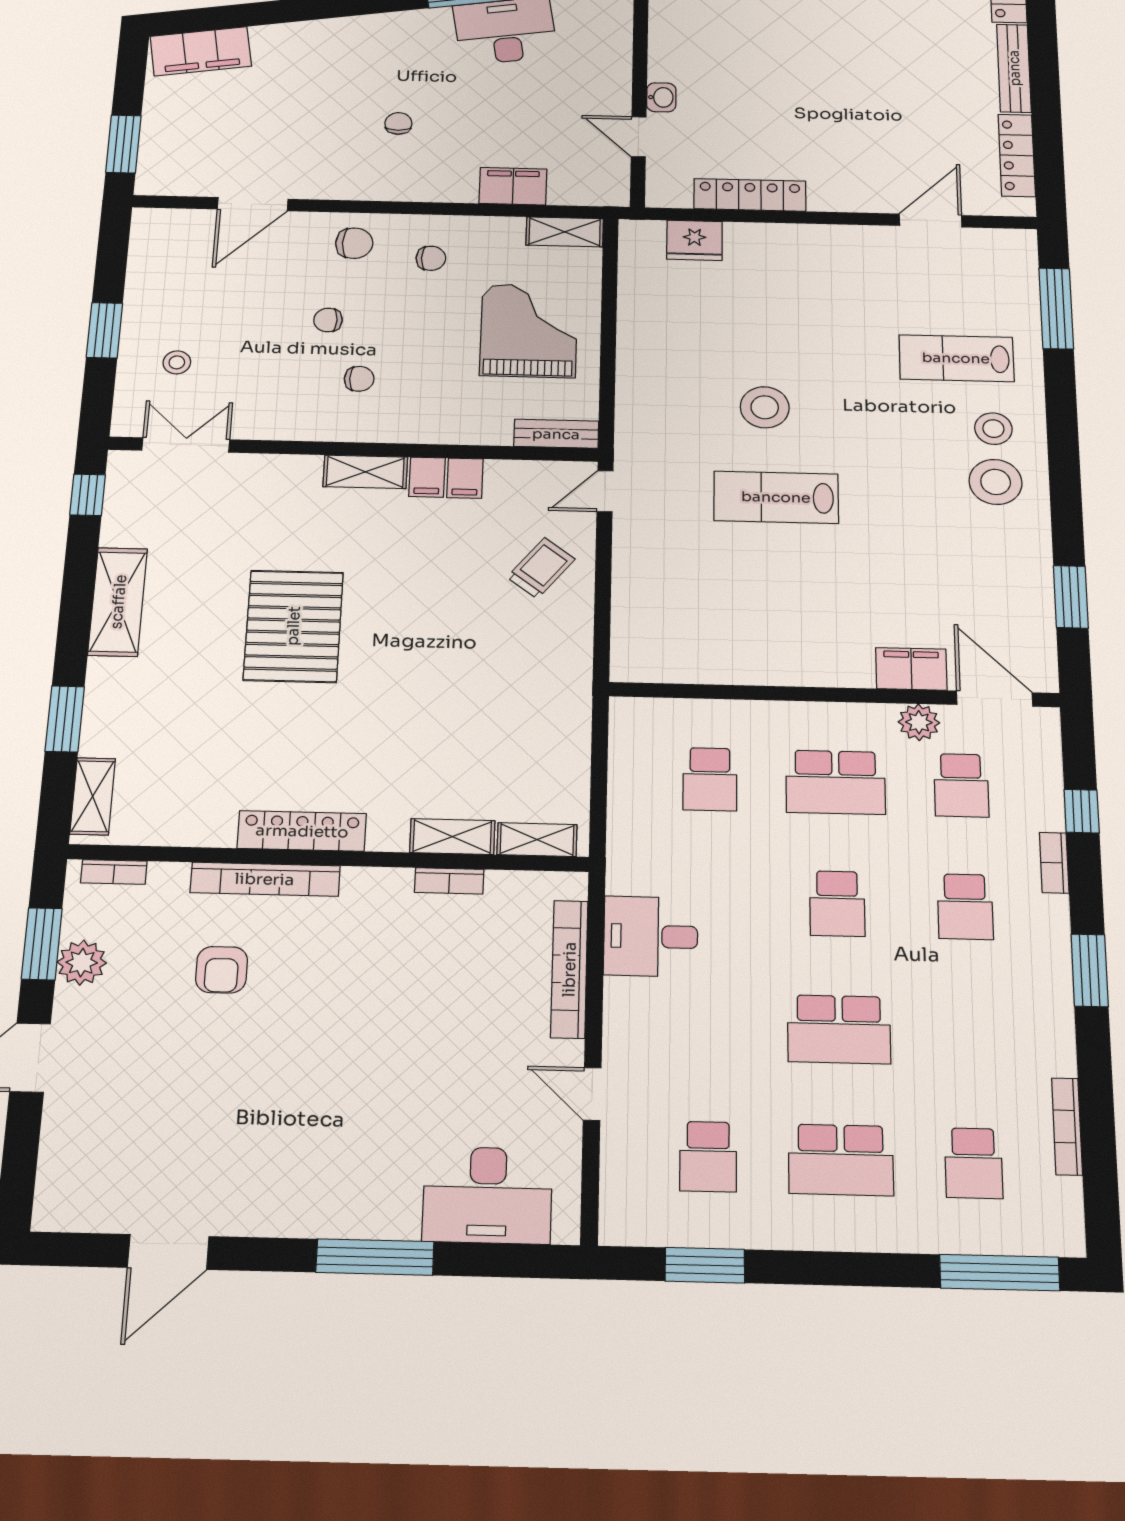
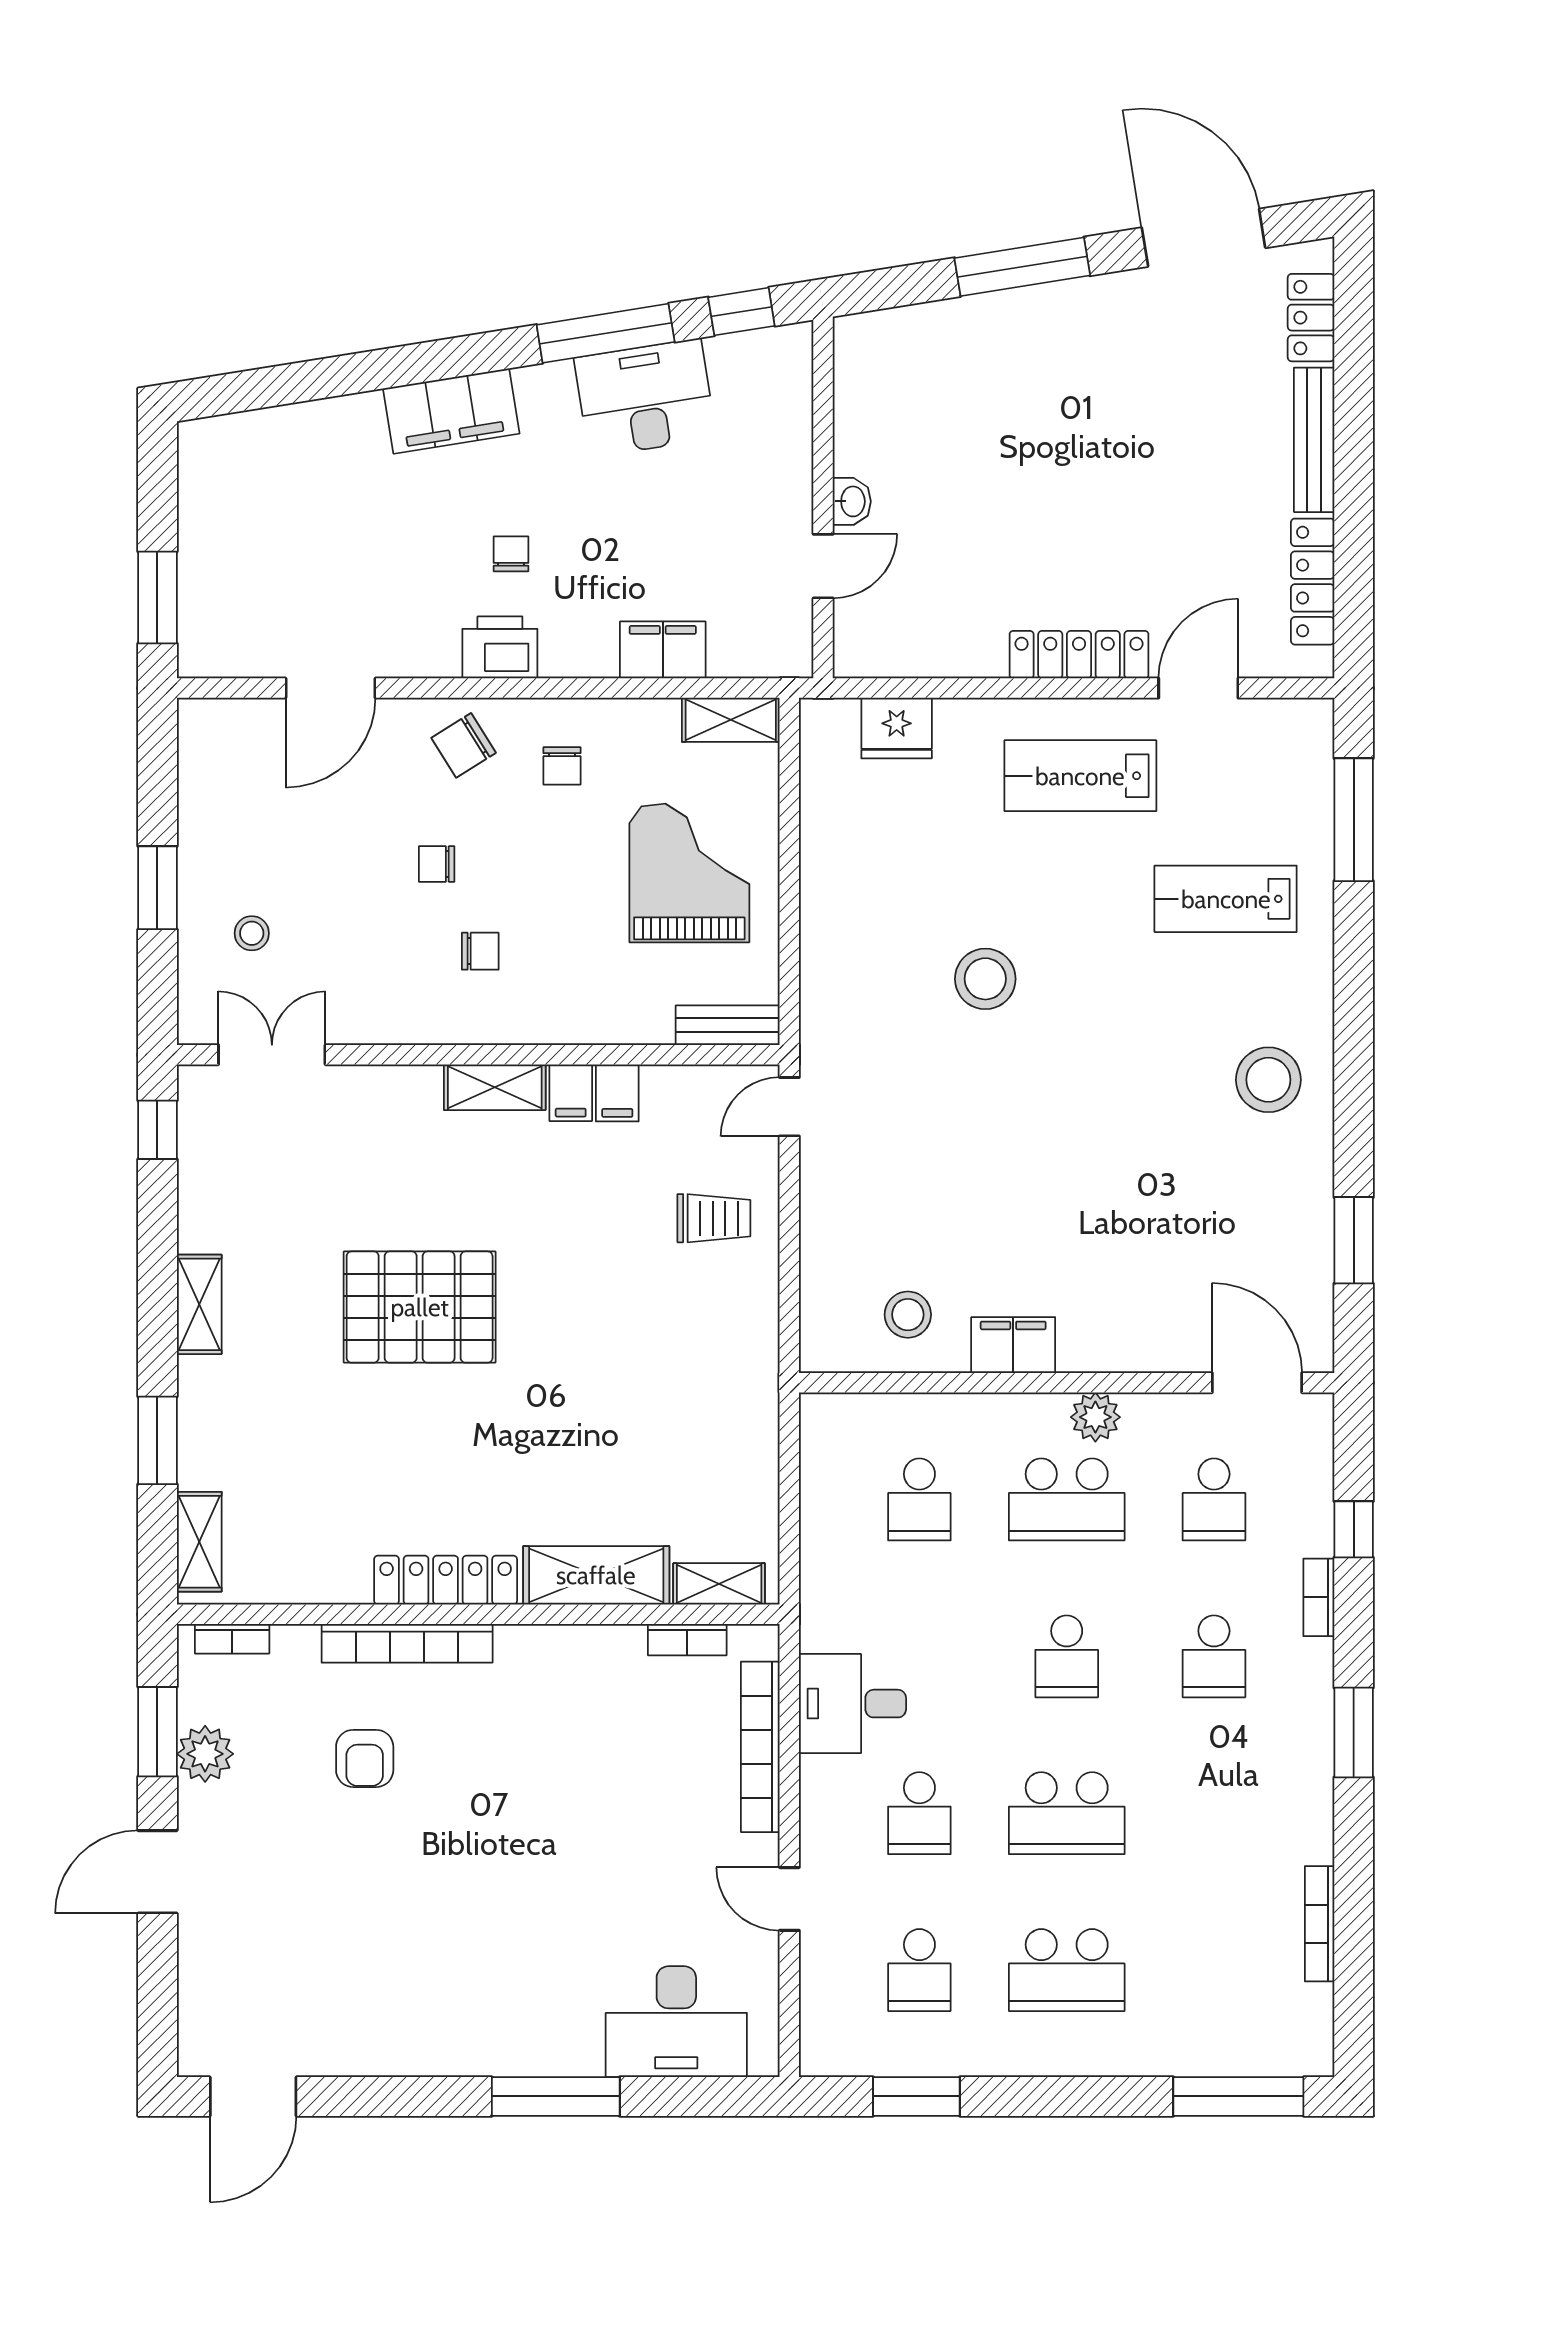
filing cabinet: (201, 51) -> (451, 411), moved
door: (639, 137) -> (823, 566), swing flipped
printer: (386, 182) -> (500, 647), added
locker: (750, 195) -> (1079, 655), moved
chair: (354, 243) -> (464, 745), turned 148
chair: (431, 258) -> (562, 766), turned 90
stool: (993, 429) -> (908, 1315), moved
lab bench: (776, 497) -> (1080, 776), moved
trolley: (541, 568) -> (714, 1218), turned 52
shelving: (118, 602) -> (199, 1304), width x0.67, depth x0.75
pallet: (293, 626) -> (420, 1307), turned 90
filing cabinet: (911, 669) -> (1013, 1345), moved
plant: (919, 722) -> (1095, 1417), moved
shelving: (452, 837) -> (596, 1575), width x1.50, depth x1.33
bookcase: (449, 881) -> (687, 1640), moved
school desk: (974, 1163) -> (919, 1813), moved
door: (168, 1252) -> (253, 2096), moved

